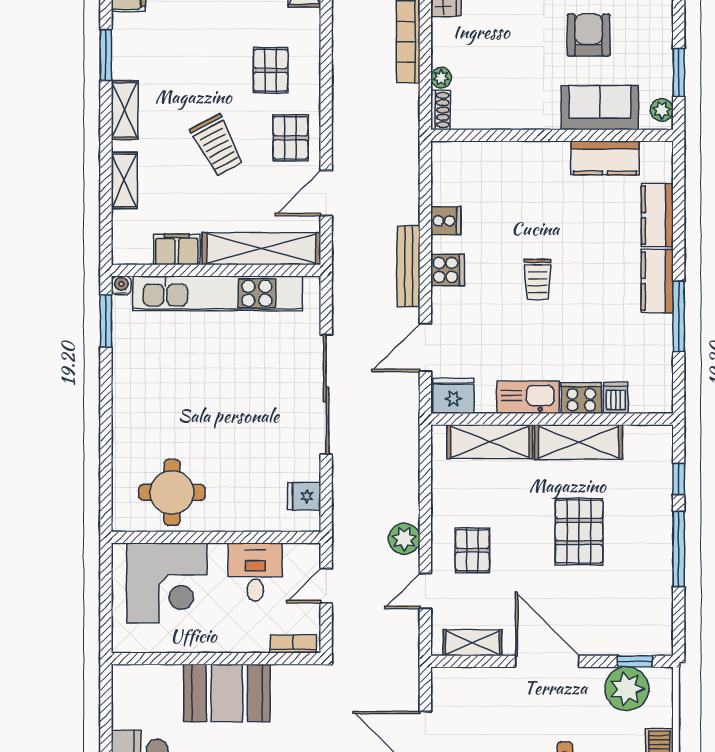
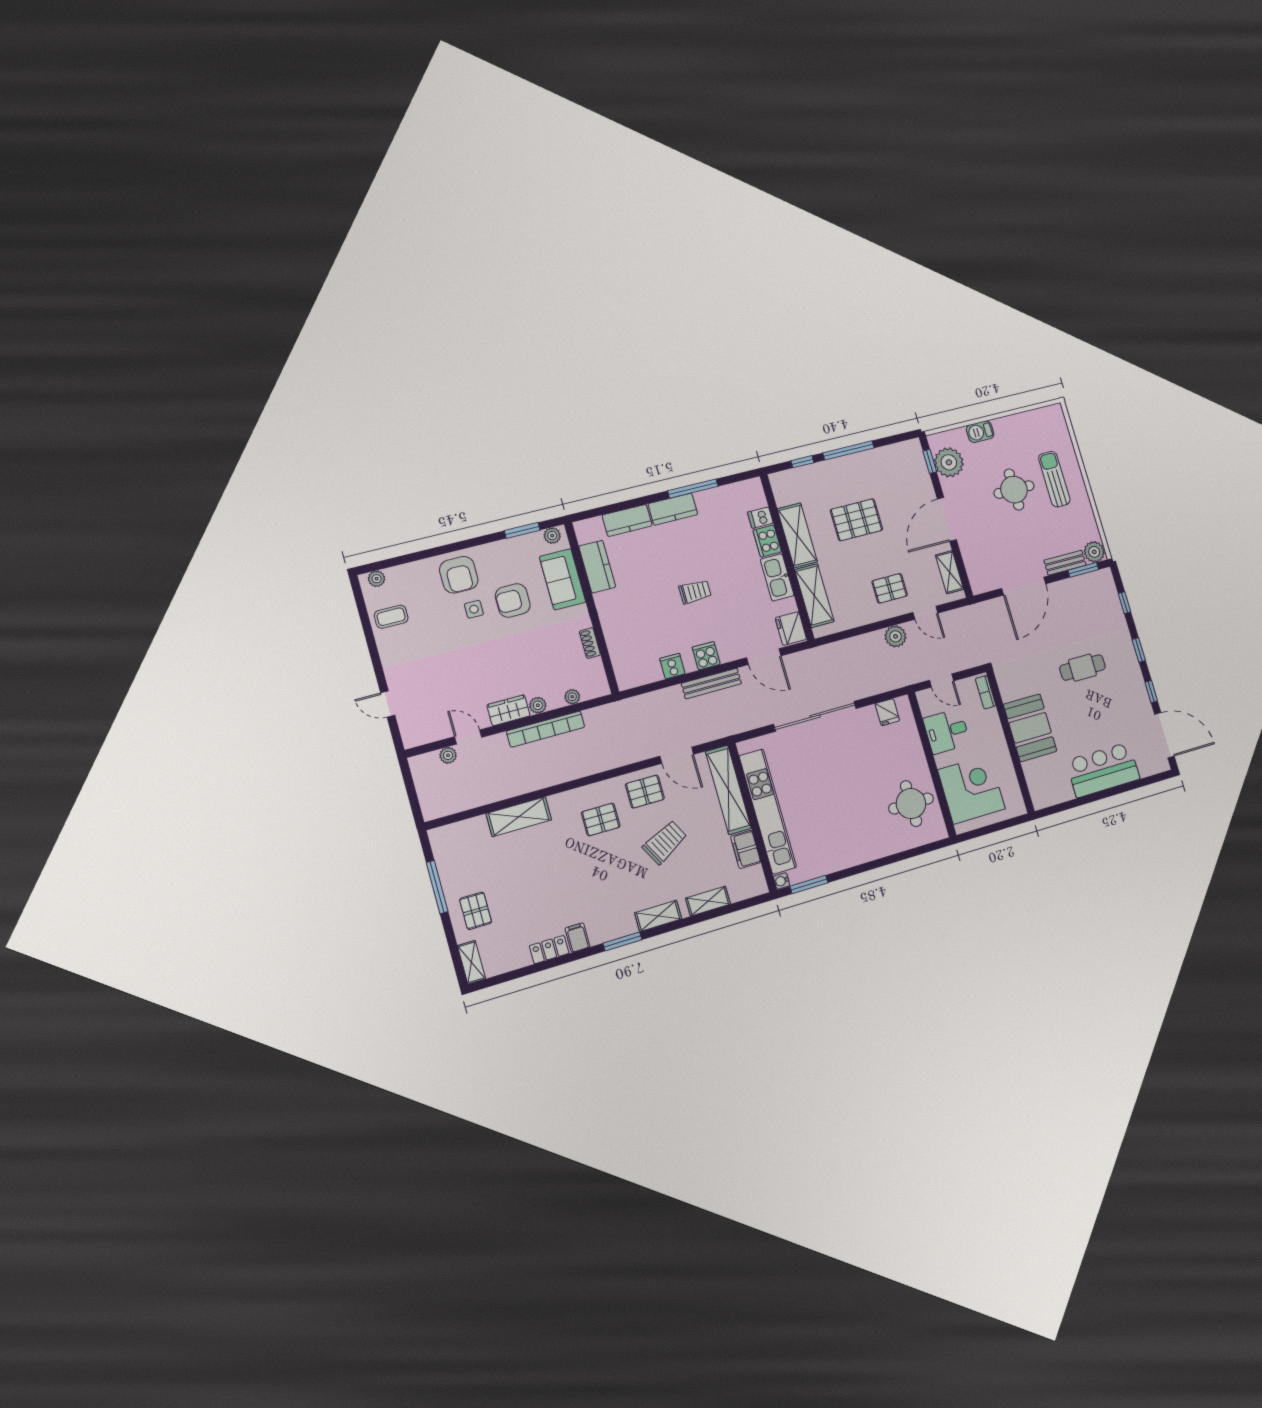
plant: (442, 30) -> (538, 705), added
shoe rack: (441, 110) -> (590, 643), moved, turned -90

